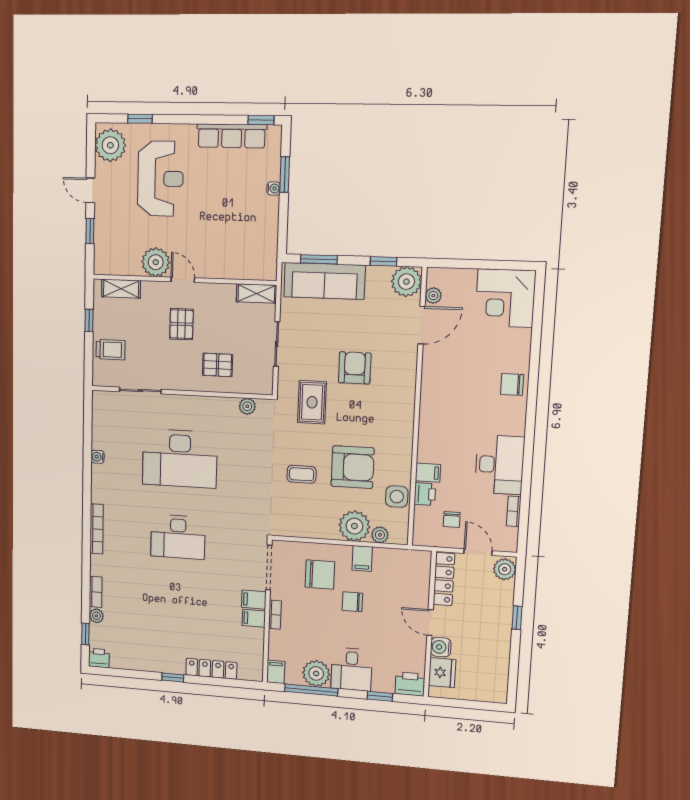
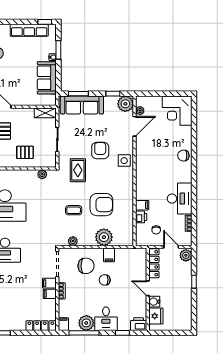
sofa: (261, 228) -> (47, 78), added
side table: (397, 497) -> (124, 161), moved
plant: (380, 535) -> (73, 241), moved
locker: (211, 669) -> (41, 326), moved

